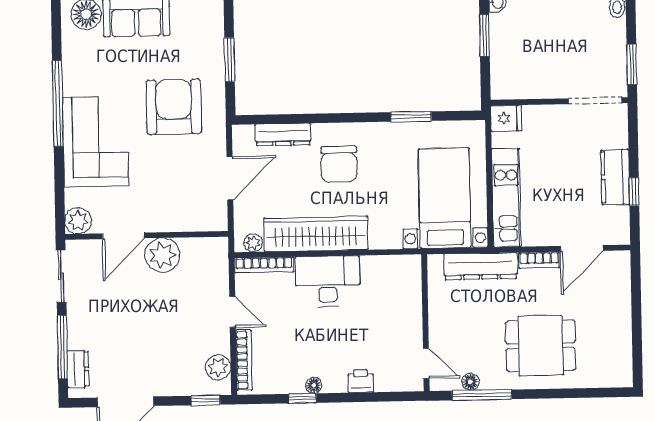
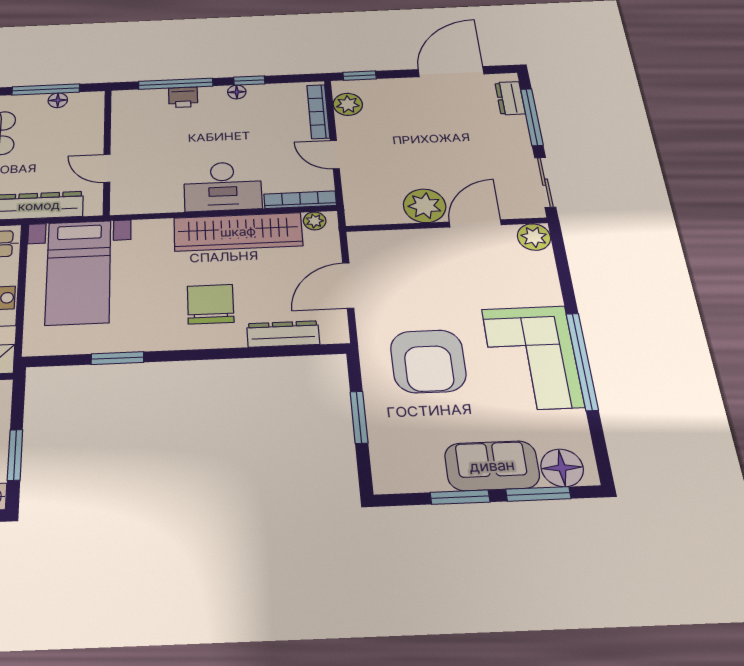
corner sofa: (95, 142) -> (532, 357), moved
door: (426, 363) -> (107, 168), moved
window: (367, 397) -> (176, 84), added

